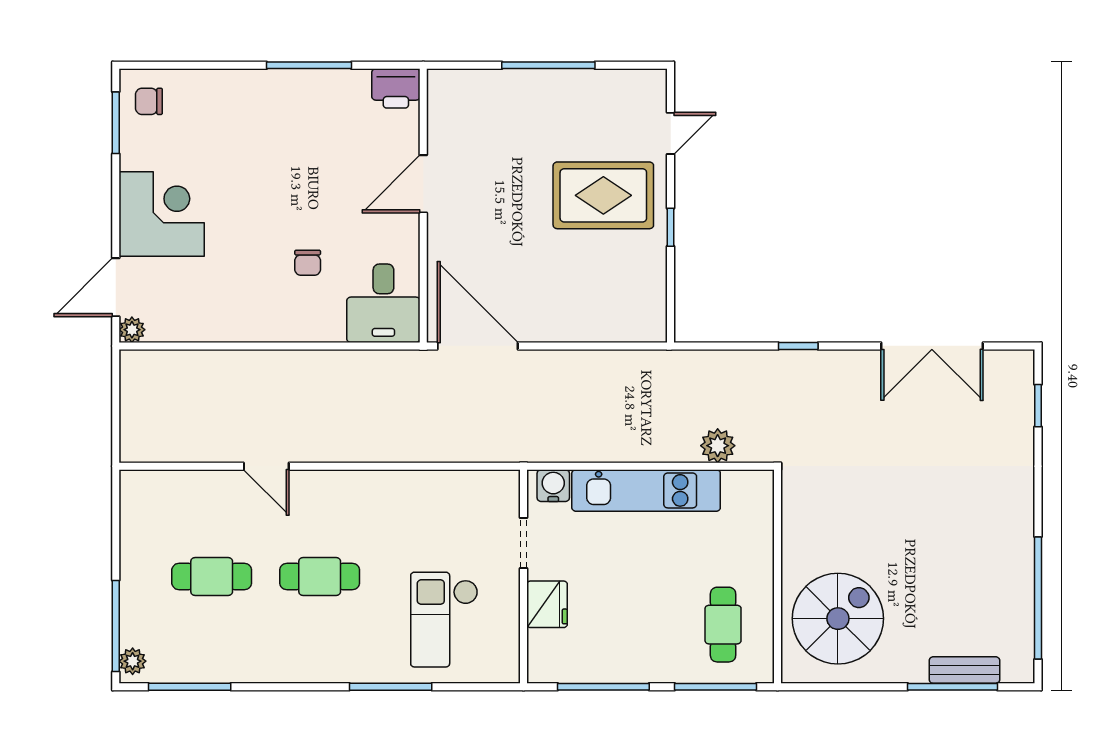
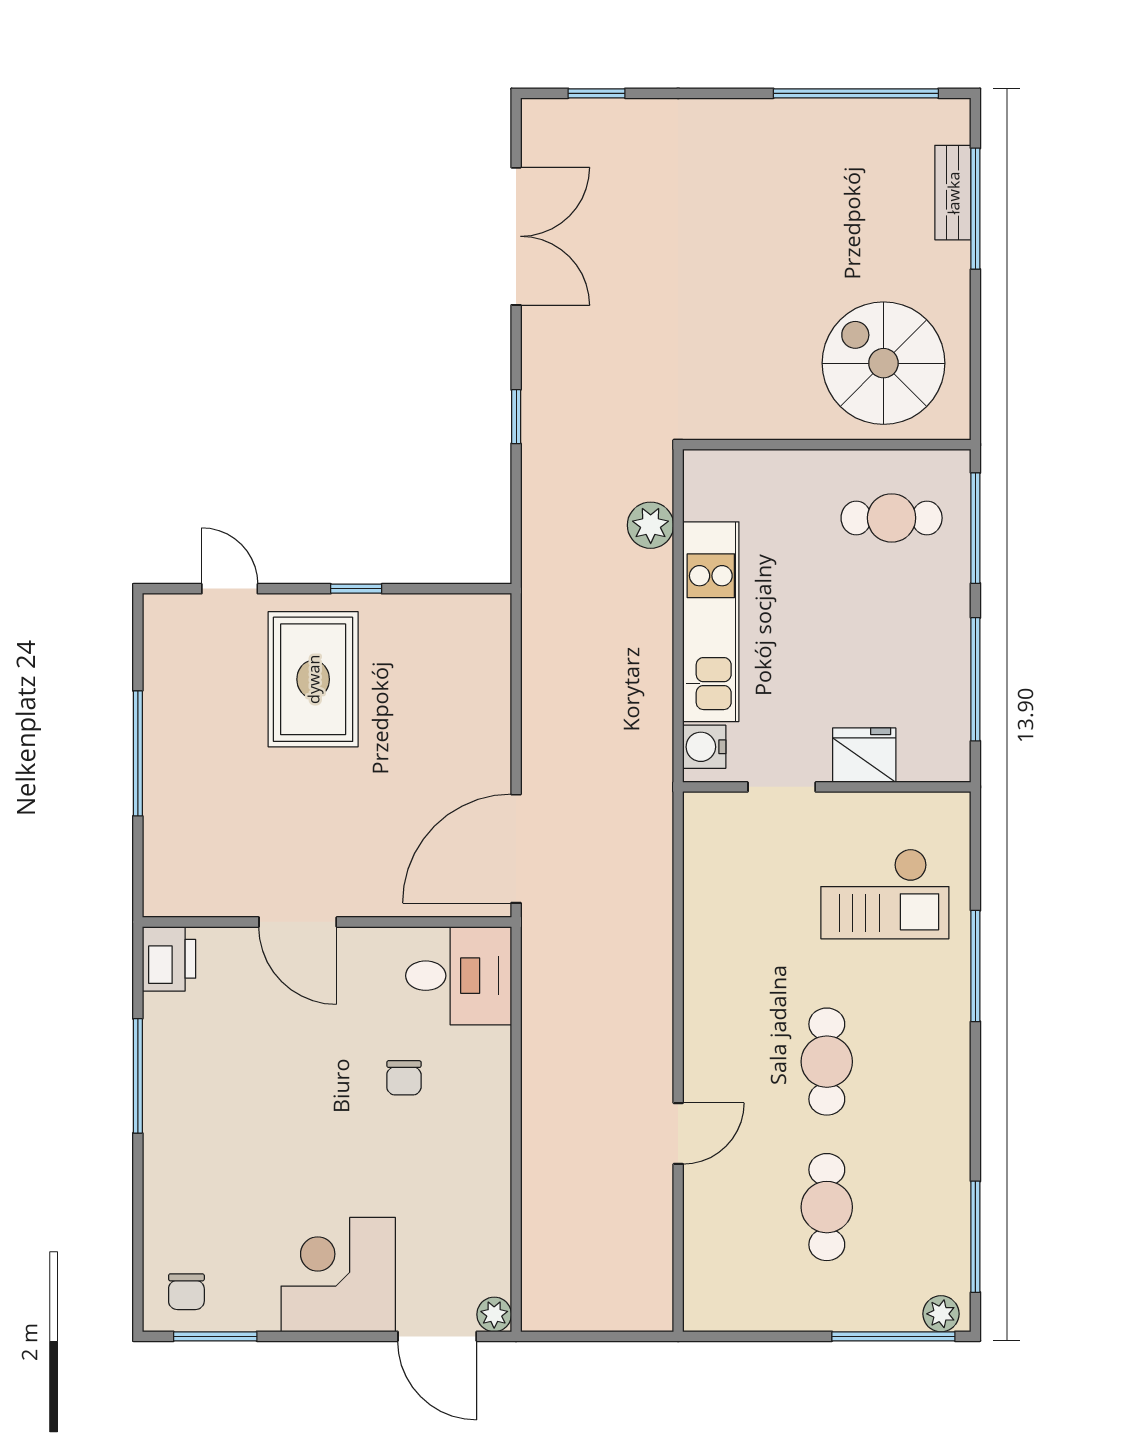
chair: (308, 263) -> (404, 1078), turned 90

